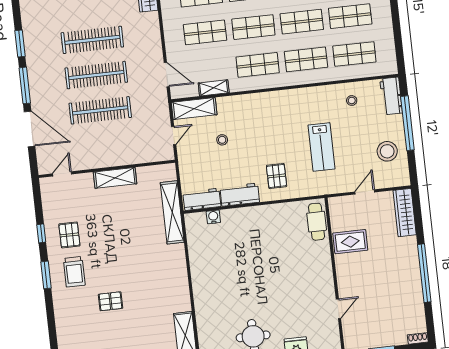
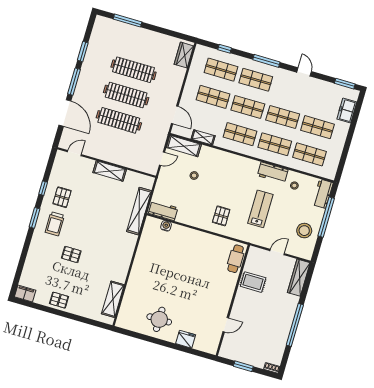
lab bench: (321, 147) -> (260, 209), turned 180
workbench: (240, 195) -> (273, 173), moved, turned 180

